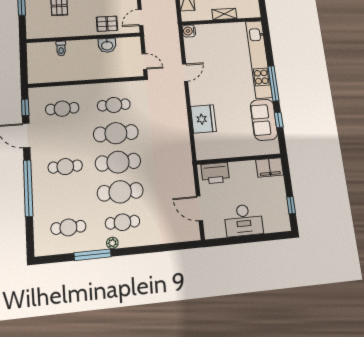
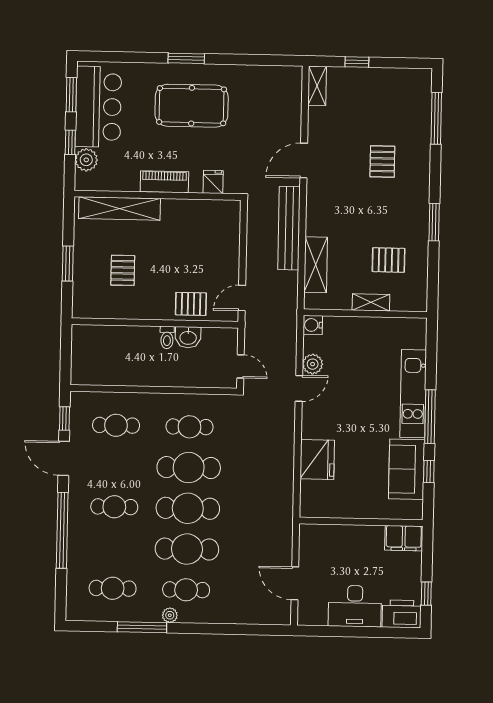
toilet: (61, 48) -> (167, 337), moved
plant: (192, 56) -> (313, 364), added
kitchen unit: (259, 59) -> (413, 394), width x0.73
printer: (215, 173) -> (402, 614), moved, turned 180

